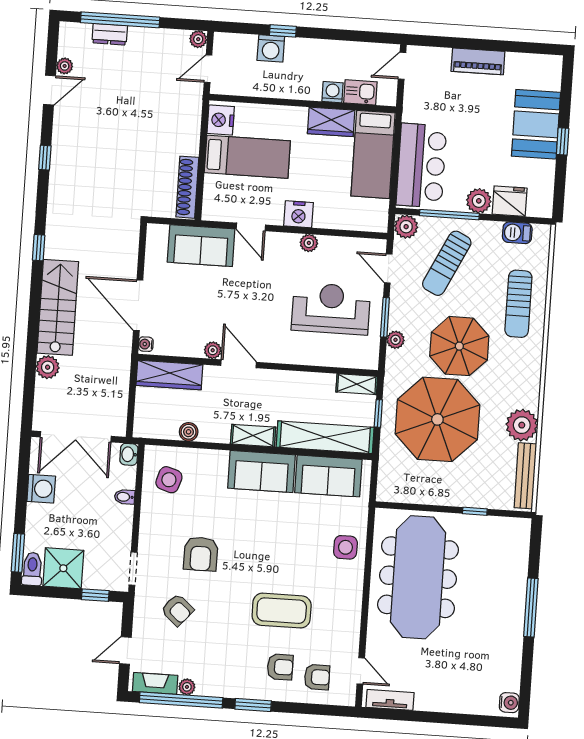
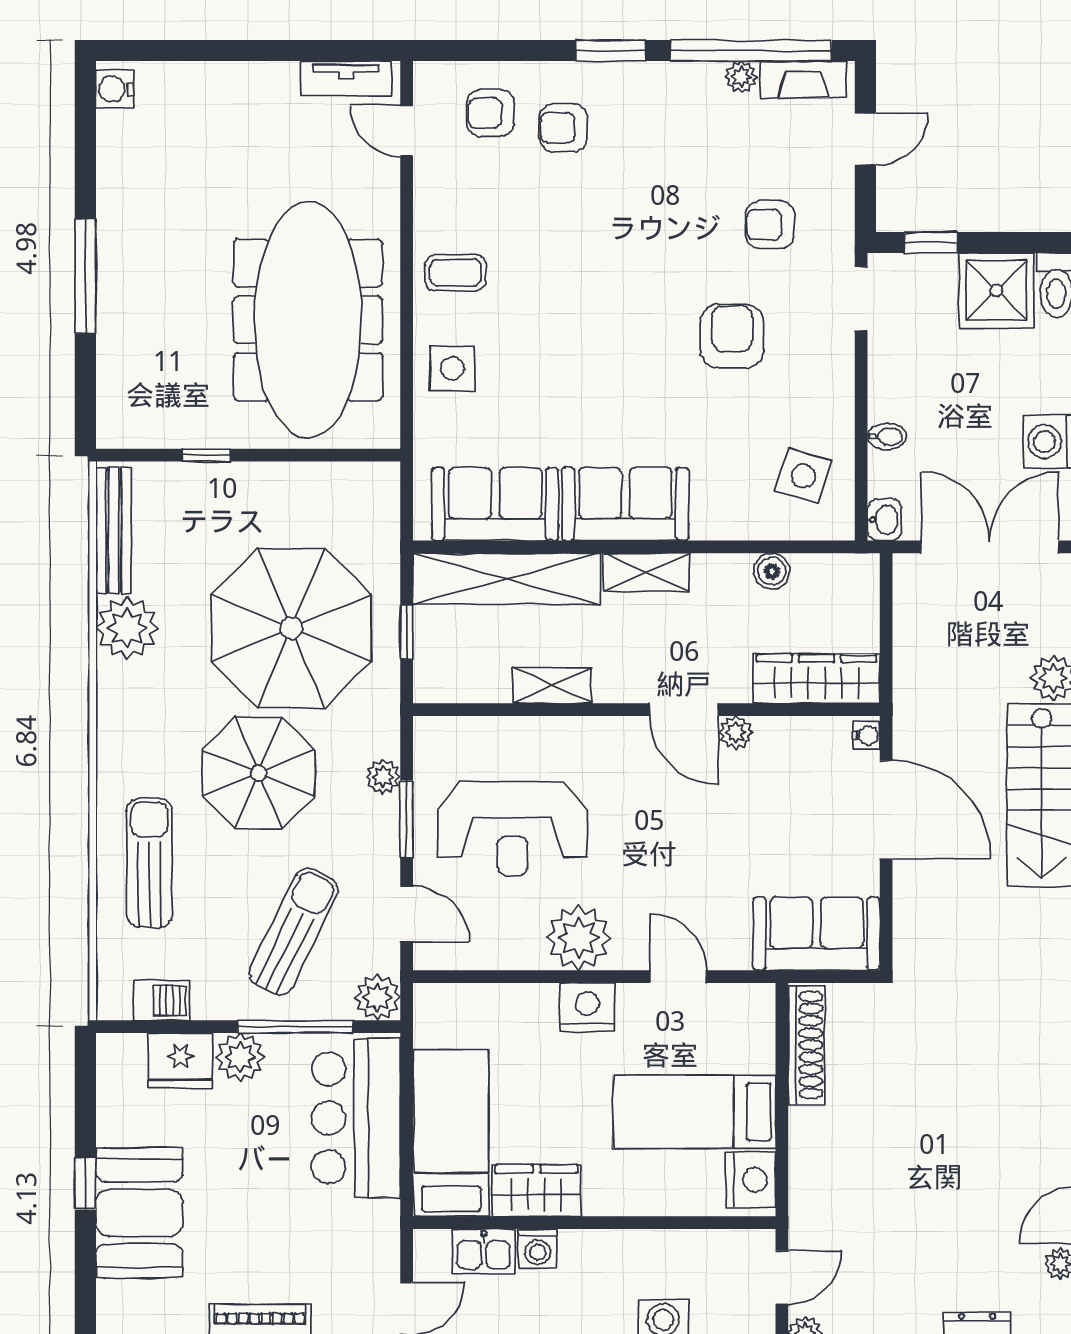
plant: (309, 243) -> (579, 938), width x1.88, depth x1.88
sofa: (201, 246) -> (817, 934), moved
shelving: (357, 384) -> (552, 686), moved
armchair: (177, 610) -> (770, 225), turned -41
coffee table: (282, 611) -> (456, 273), moved, width x0.54, depth x0.58

